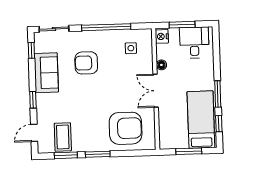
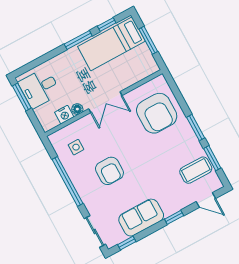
window: (182, 25) -> (22, 97), moved
nightstand: (162, 36) -> (64, 115), moved
armchair: (86, 63) -> (109, 171), moved
armchair: (126, 128) -> (157, 113), turned 180

